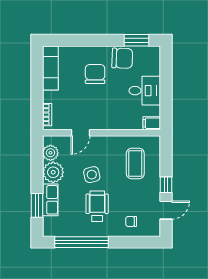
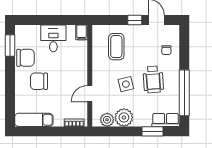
chair: (122, 58) -> (25, 58), turned 88
door: (80, 133) -> (90, 94), swing flipped
coffee table: (135, 164) -> (116, 47), turned 90
row of seats: (50, 200) -> (166, 120), moved
wheelchair: (97, 206) -> (153, 79), turned -94

